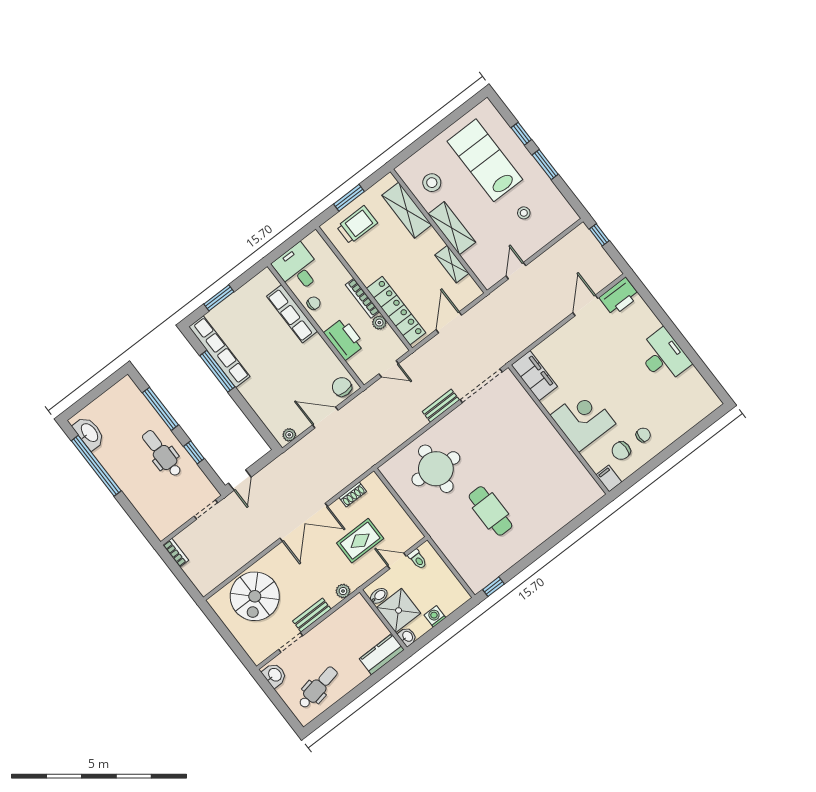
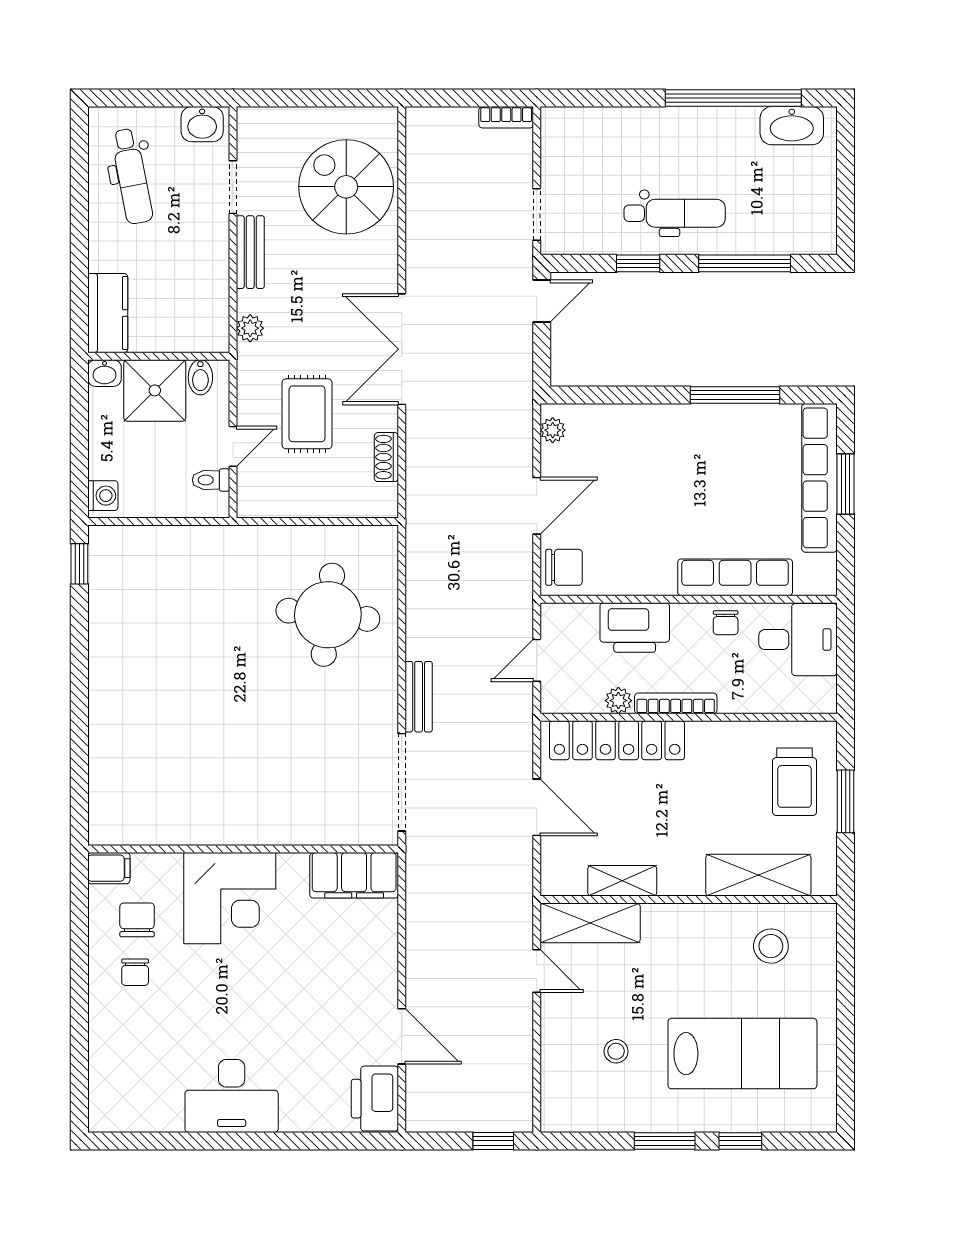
shelving: (452, 228) -> (590, 923), moved
row of seats: (219, 352) -> (819, 478), moved, turned 90
door: (240, 480) -> (542, 301), swing flipped
cafe table: (490, 511) -> (199, 649), removed
washing machine: (435, 616) -> (103, 496), moved

